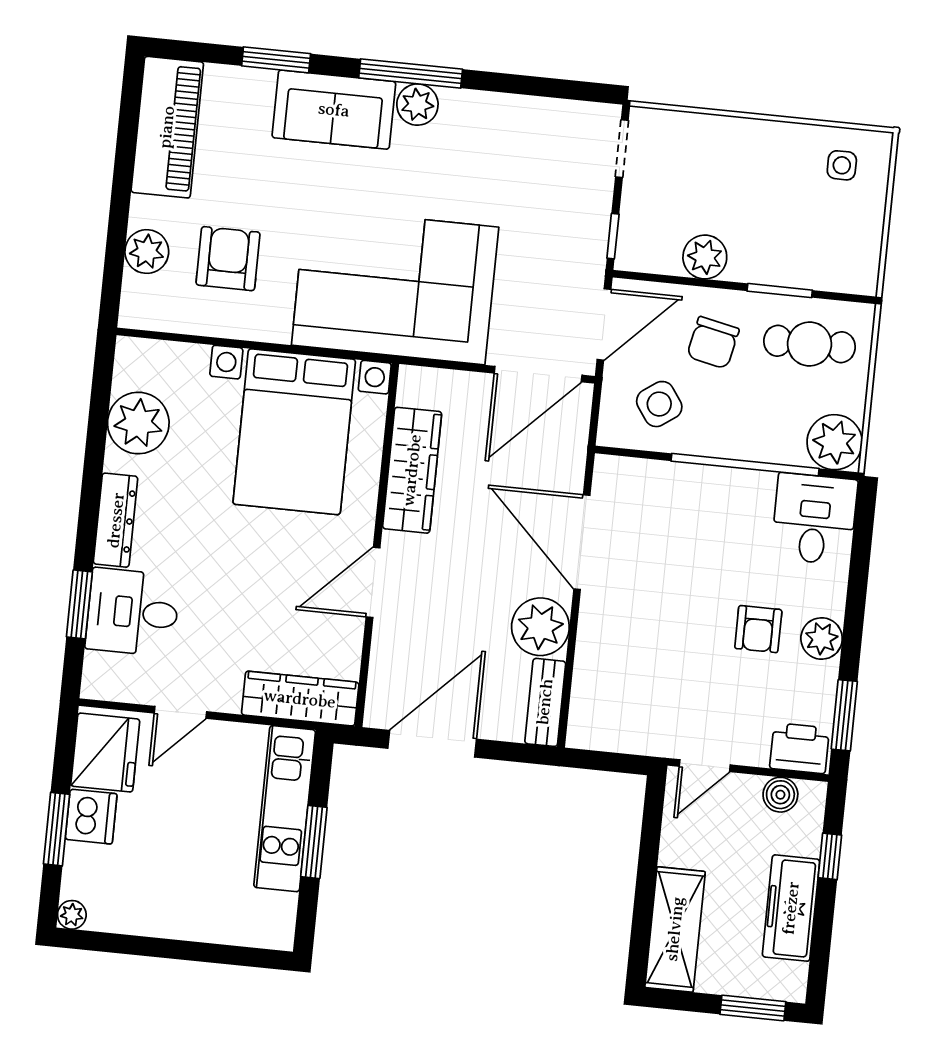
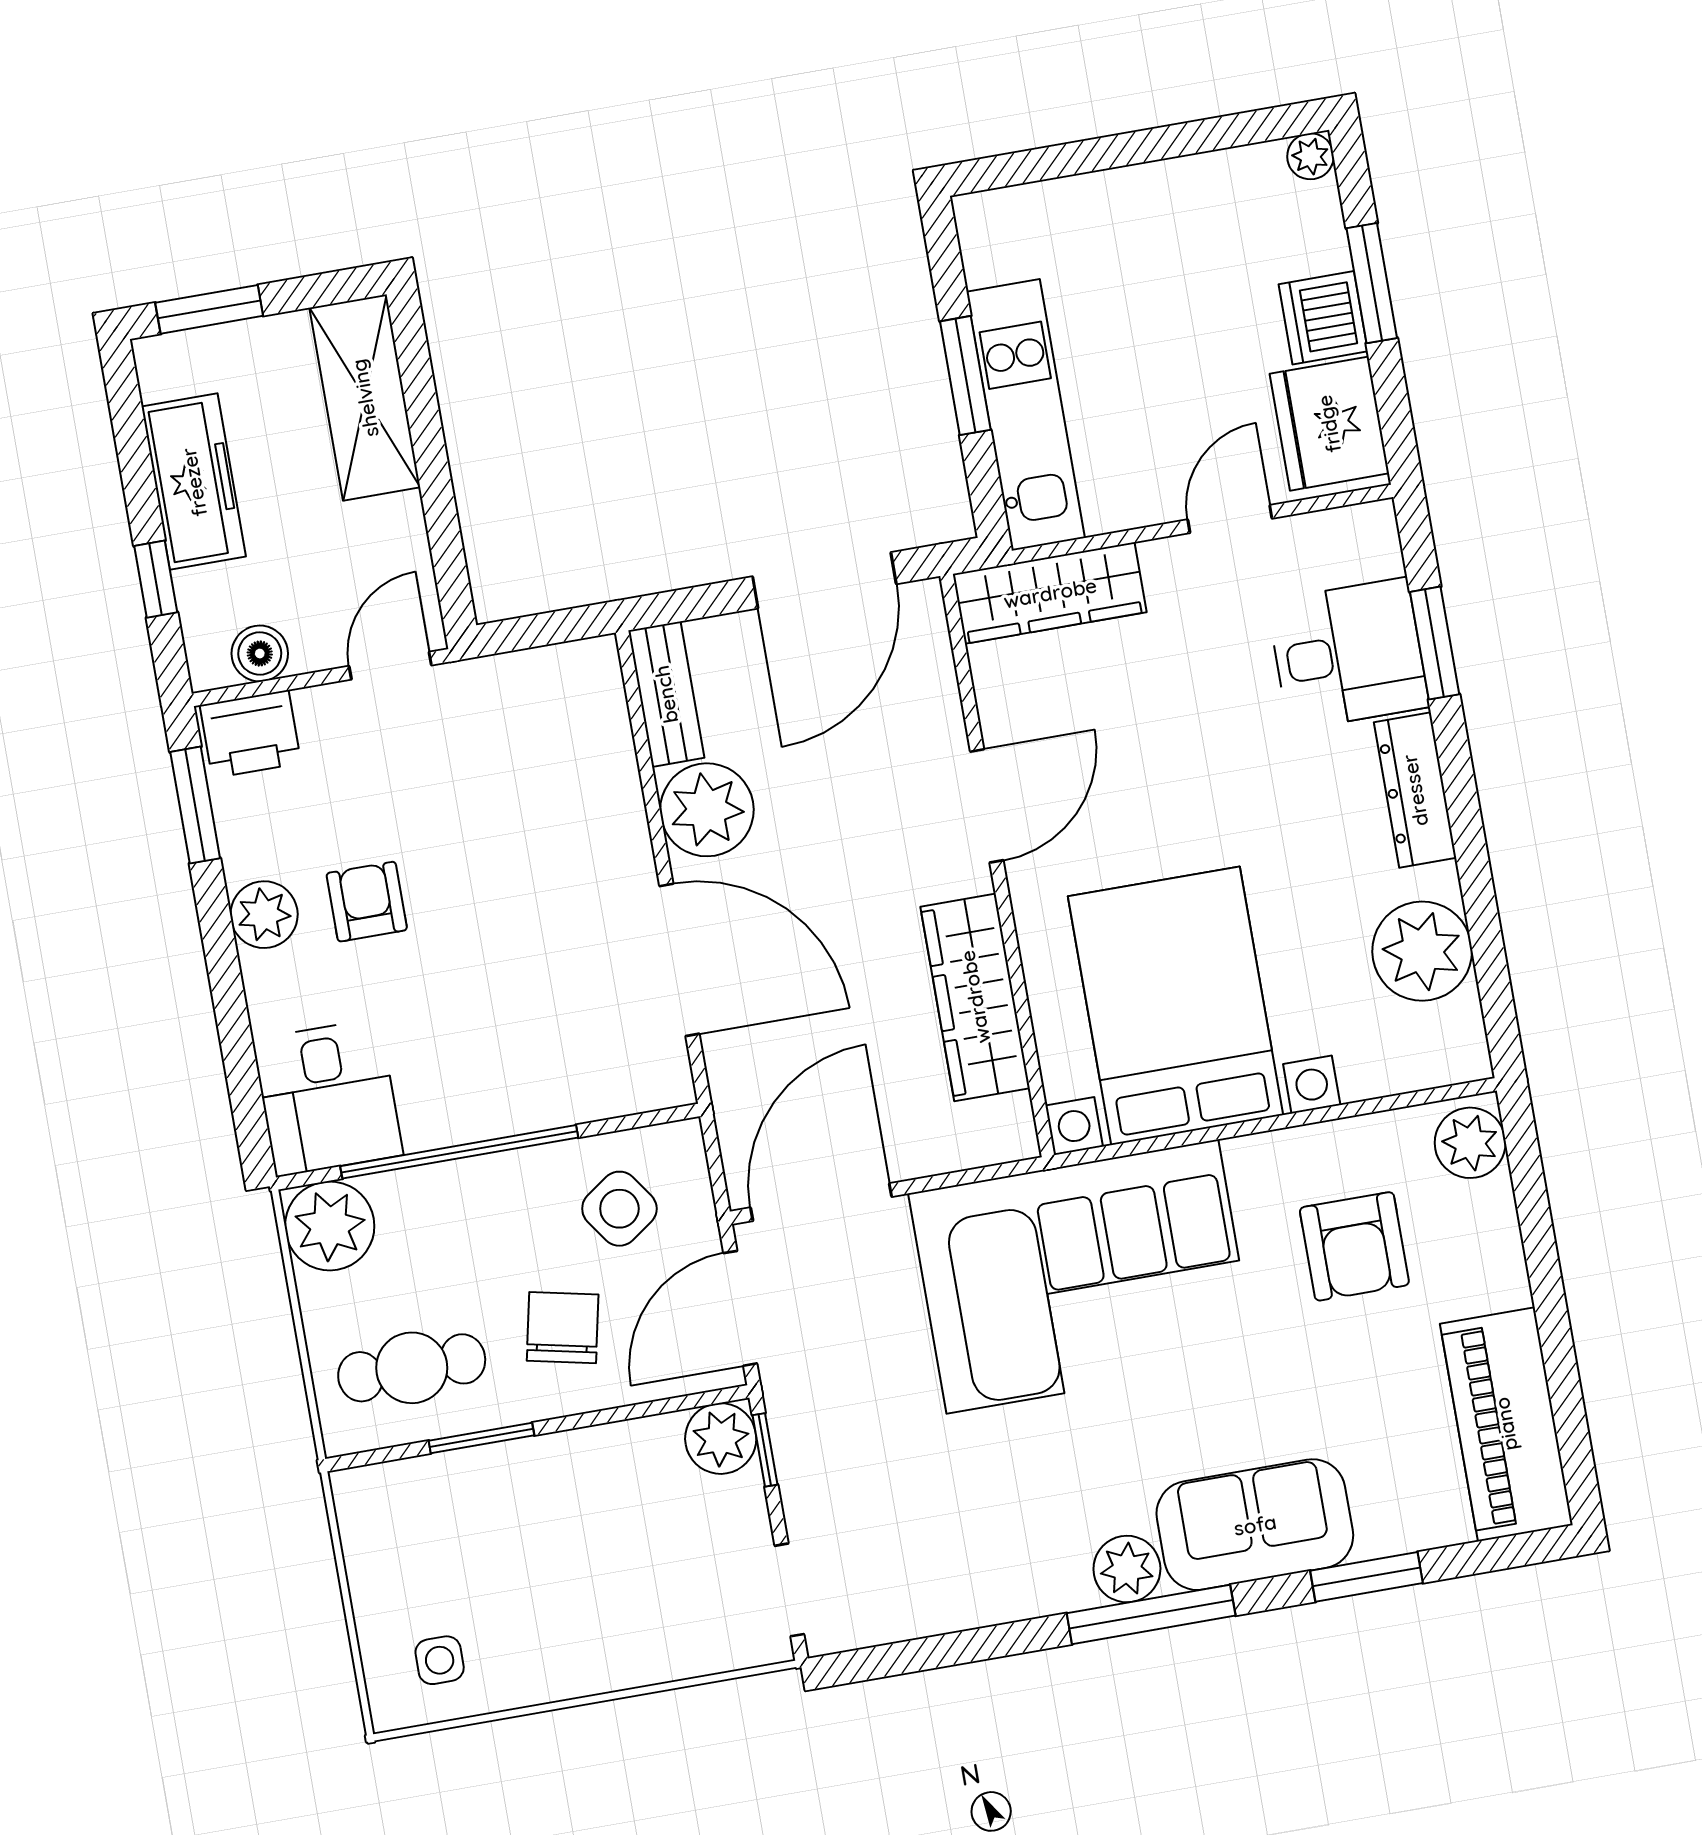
plant: (147, 252) -> (1470, 1143), moved
plant: (705, 257) -> (721, 1439), moved

